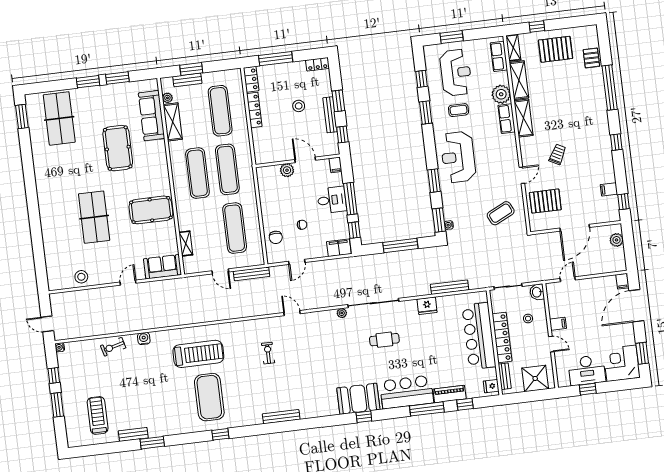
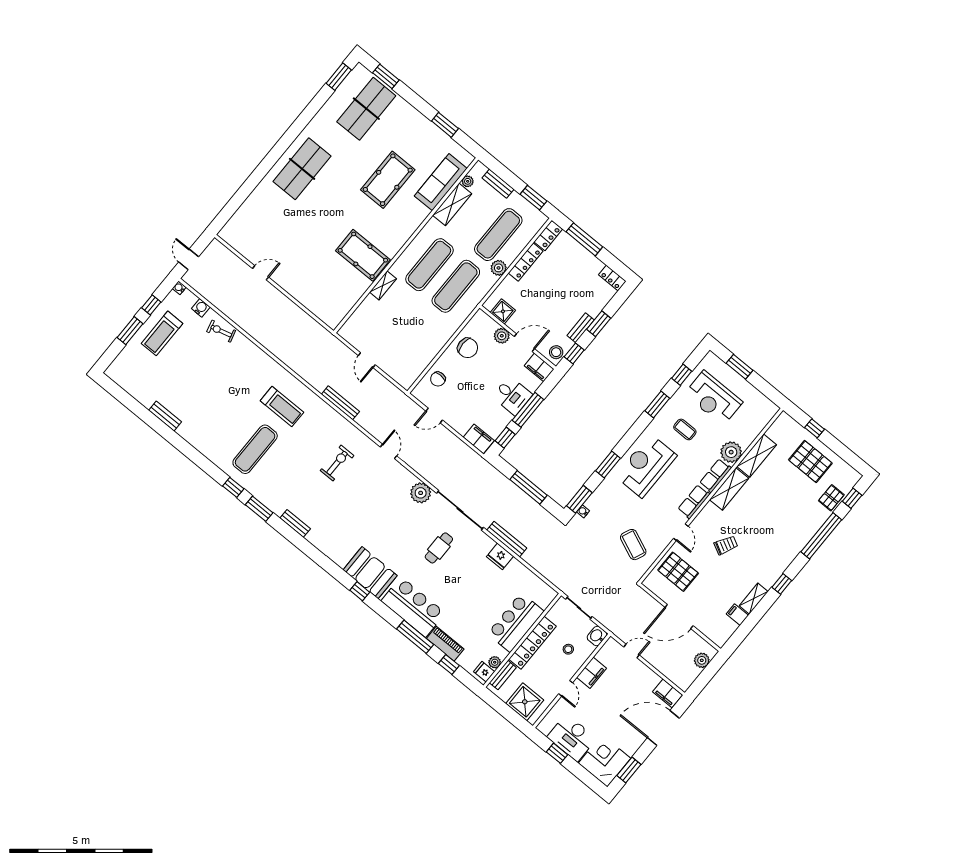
shelving: (513, 48) -> (754, 599), moved
row of seats: (499, 56) -> (694, 502), moved
window: (191, 69) -> (533, 198), moved
reception desk: (456, 73) -> (713, 398), turned 90
window: (88, 82) -> (386, 76), moved
stool: (299, 106) -> (556, 352), moved
bench: (330, 115) -> (581, 328), width x0.73
plant: (242, 131) -> (499, 268), added
shower: (272, 155) -> (503, 311), added
door: (305, 160) -> (524, 343), hinge flipped
filing cabinet: (336, 165) -> (539, 367), width x2.00
door: (522, 175) -> (681, 532), hinge flipped
window: (624, 202) -> (852, 498), moved
coffee table: (501, 213) -> (633, 545), turned 49
table tennis table: (94, 217) -> (302, 169), moved
chair: (302, 225) -> (468, 348), moved, width x1.87, depth x1.87
exercise mat: (235, 228) -> (413, 338), removed
shelving: (186, 244) -> (383, 285), moved
sofa: (162, 267) -> (325, 309), removed
bench: (252, 274) -> (340, 403), moved
stool: (81, 277) -> (254, 250), removed
filing cabinet: (622, 281) -> (668, 693), width x2.00
door: (128, 283) -> (261, 273), moved
bench: (450, 287) -> (507, 539), moved
plant: (342, 313) -> (421, 493), width x1.88, depth x1.88
filing cabinet: (558, 324) -> (592, 673), width x2.00
bar counter: (479, 336) -> (516, 622), width x0.73
water cooler: (144, 339) -> (201, 308), moved
cafe table: (384, 340) -> (439, 548), turned 90
exercise bike: (268, 353) -> (337, 463), width x1.38, depth x1.39
treadmill: (198, 354) -> (282, 407), width x0.73, depth x0.73
plant: (492, 374) -> (495, 662), added
exercise mat: (209, 397) -> (255, 449), width x0.68
treadmill: (98, 415) -> (162, 333), moved, turned 180
bench: (281, 417) -> (295, 523), width x0.73
window: (152, 443) -> (259, 509), moved

